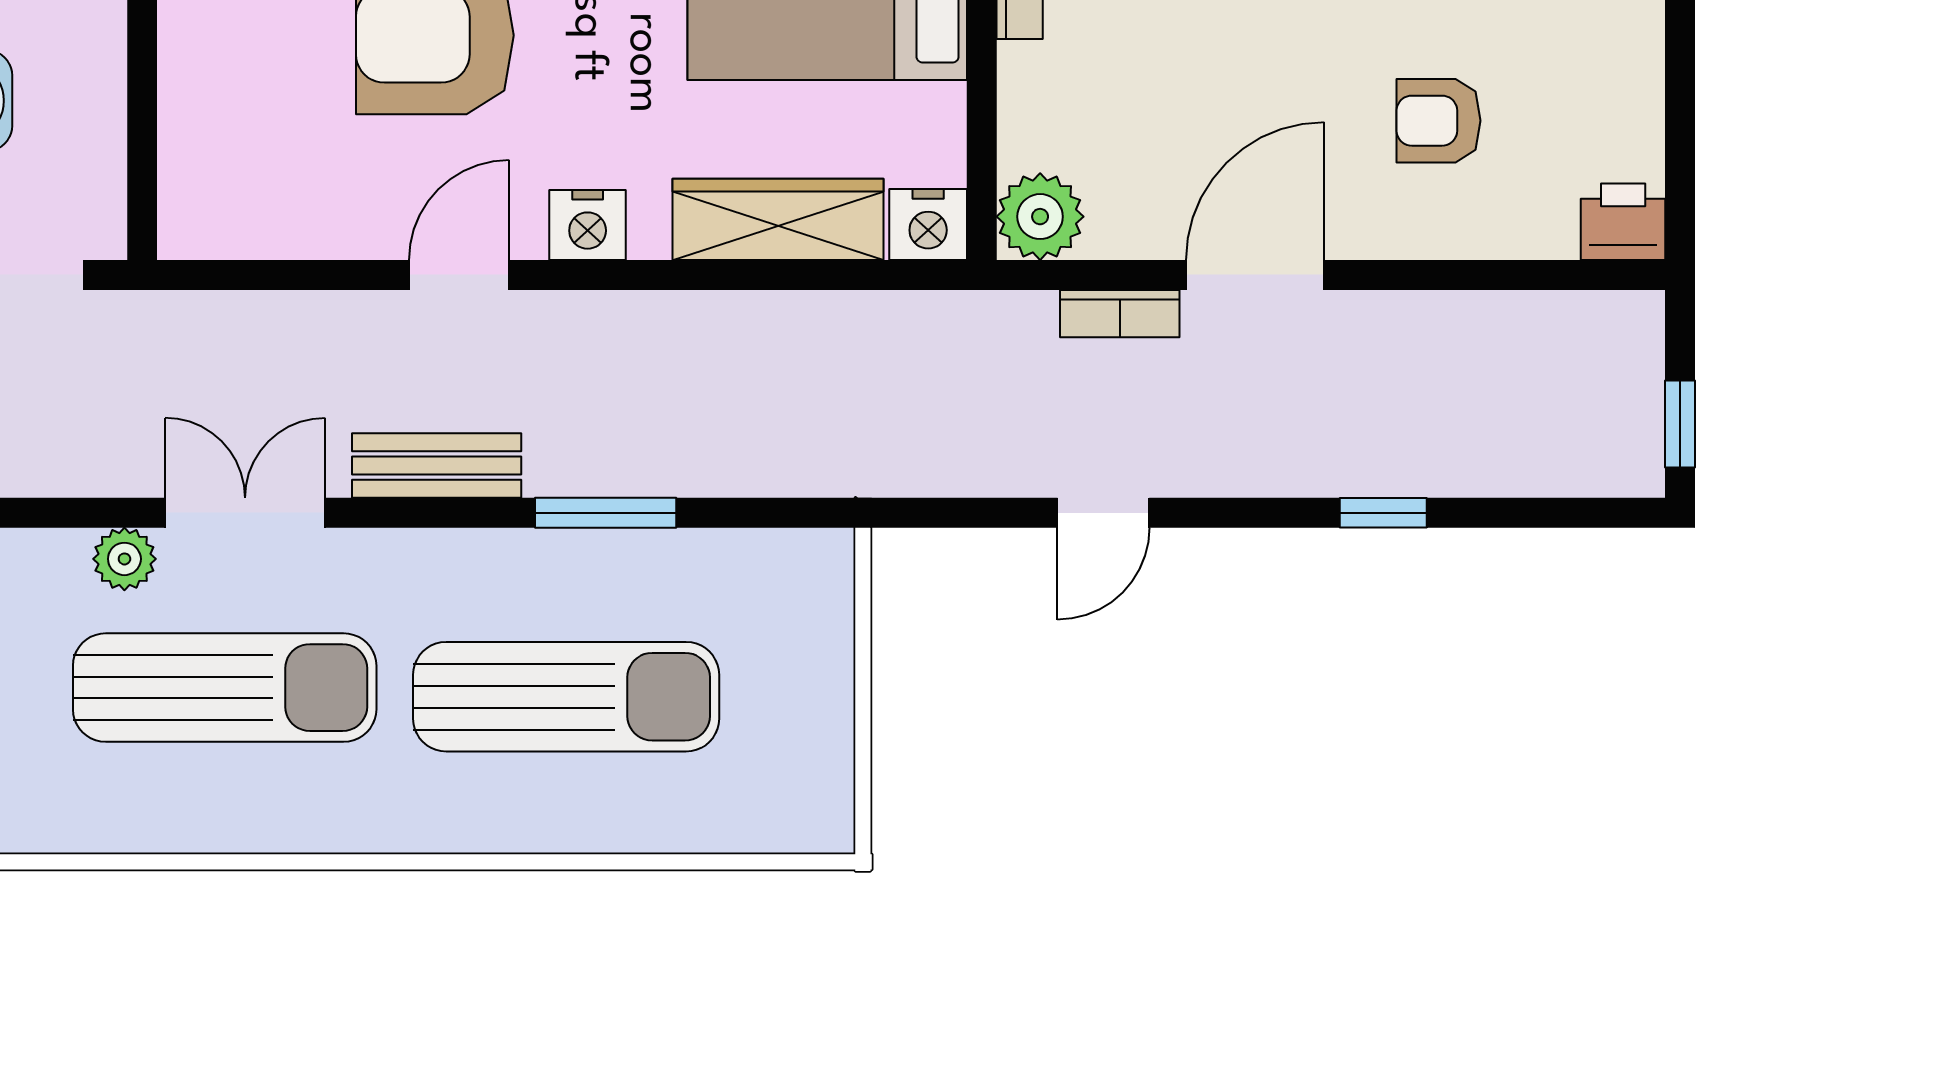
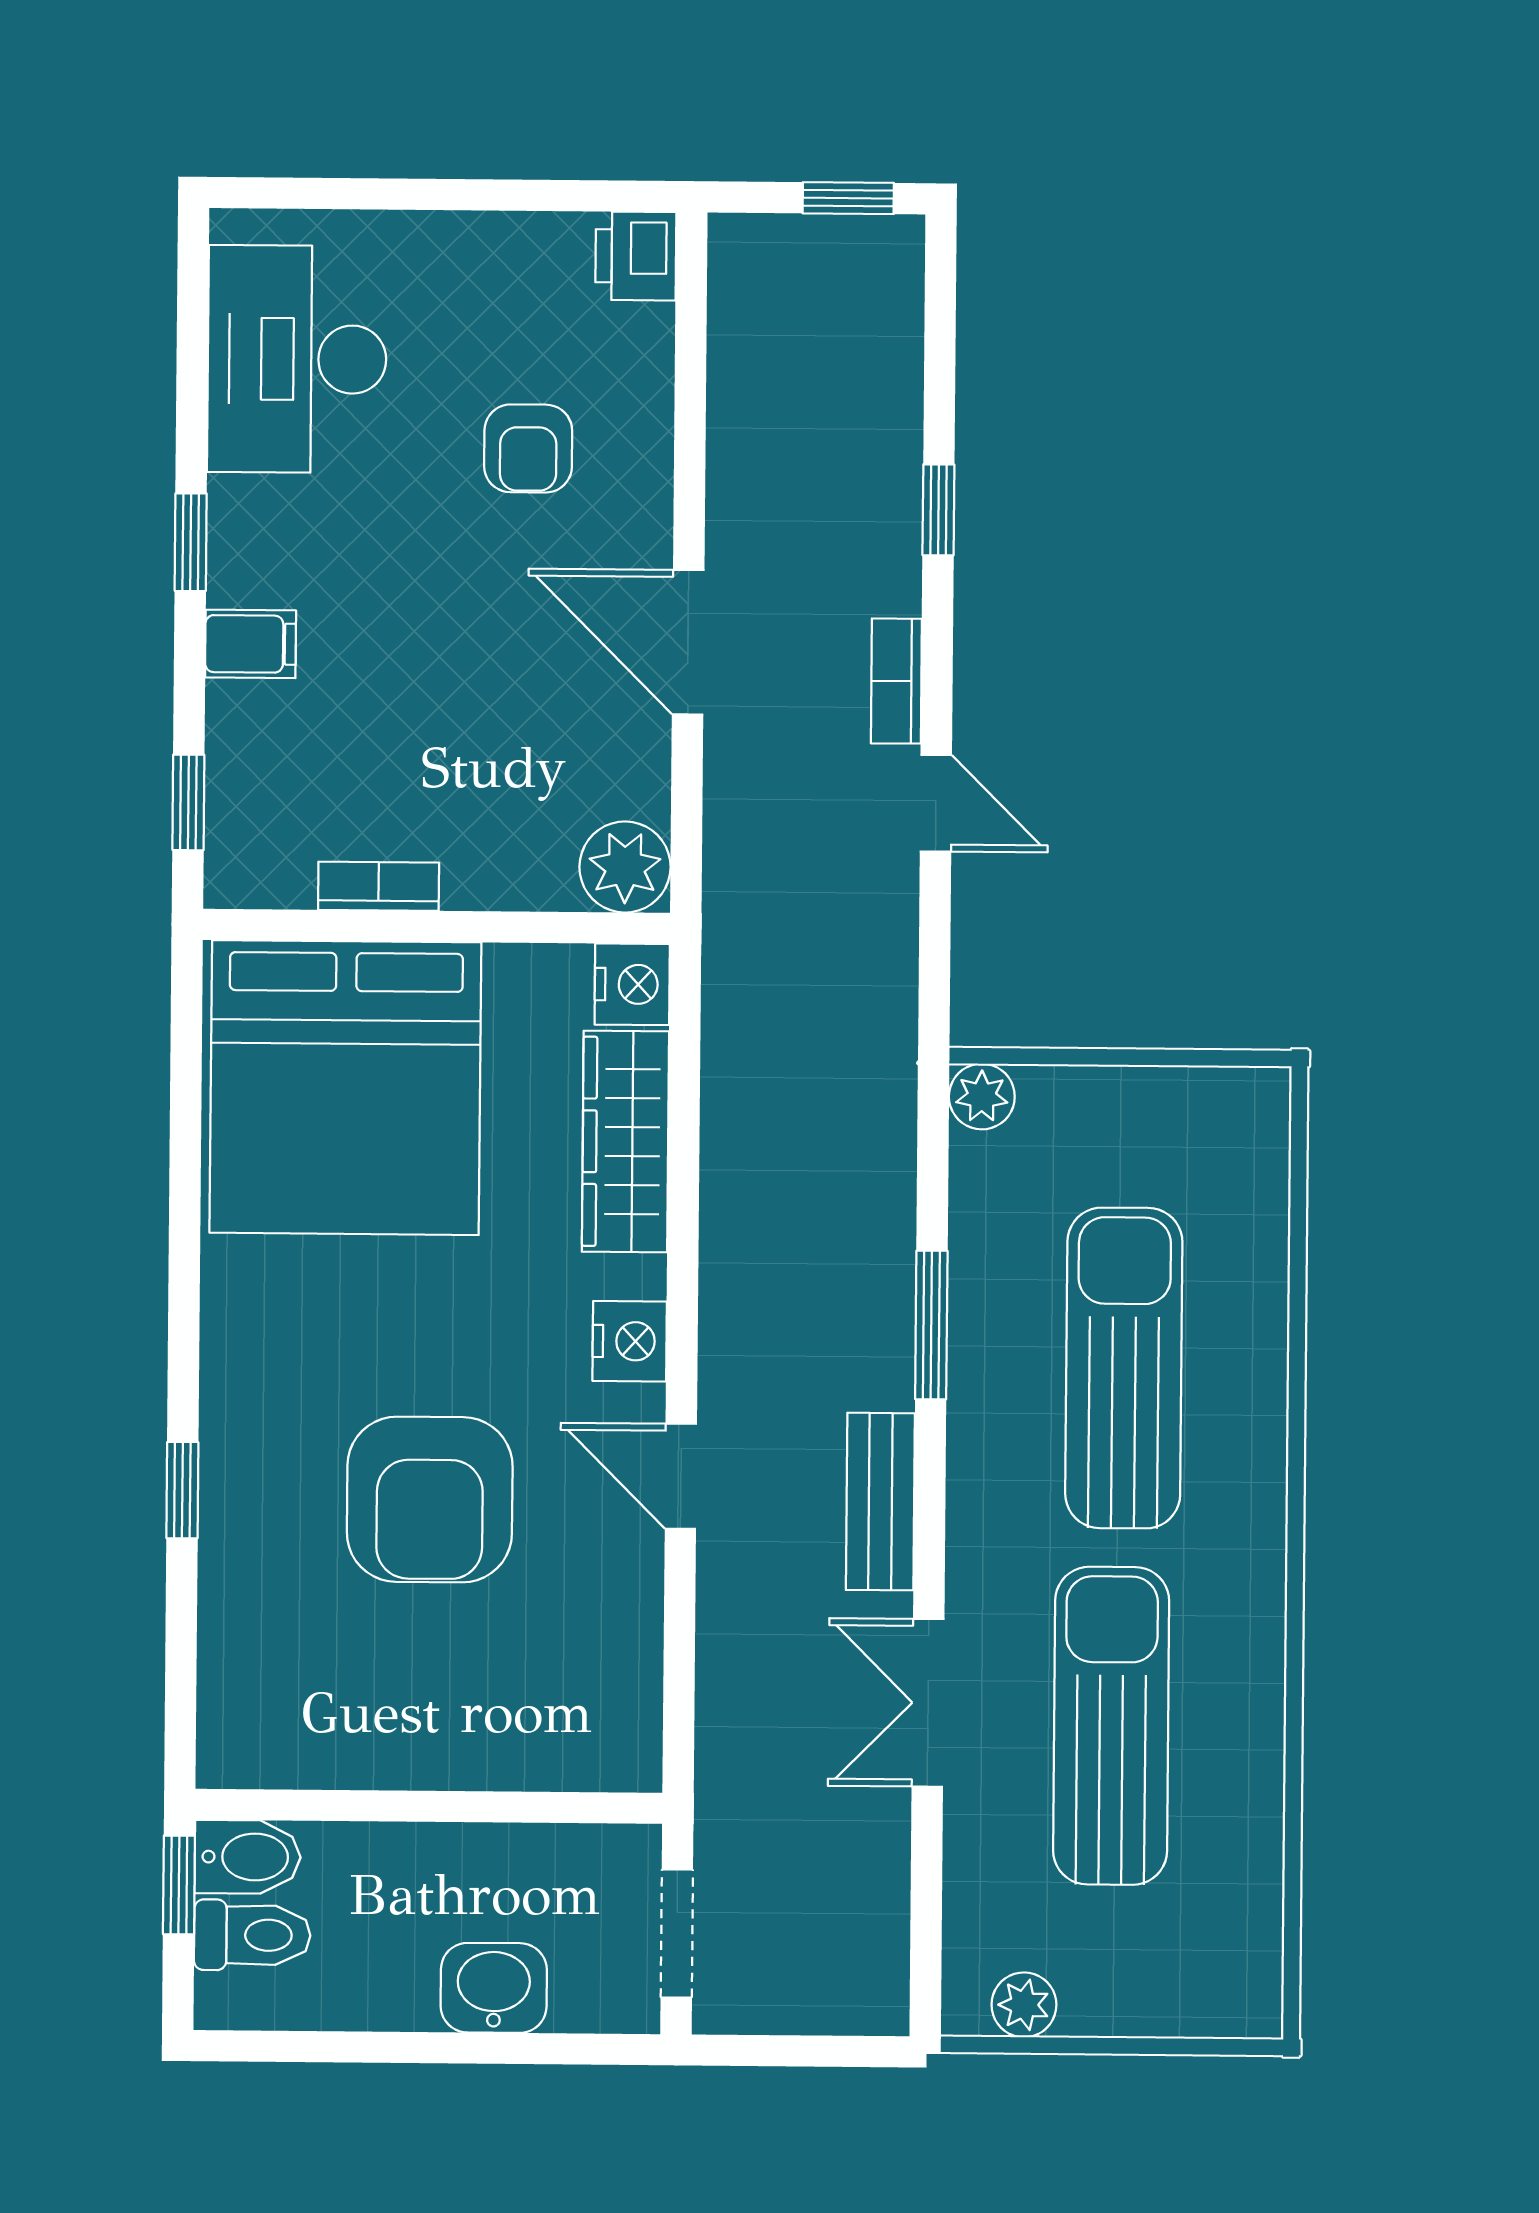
bookcase: (1120, 314) -> (896, 681), moved, turned 180
plant: (124, 559) -> (982, 1097), moved

